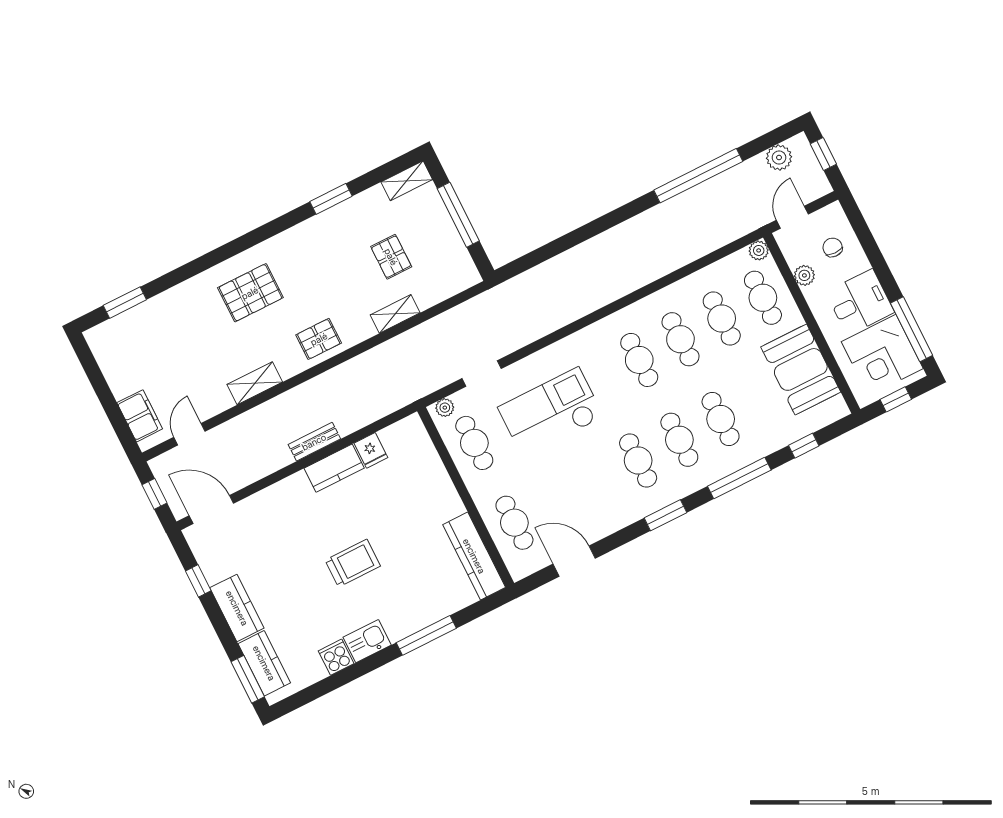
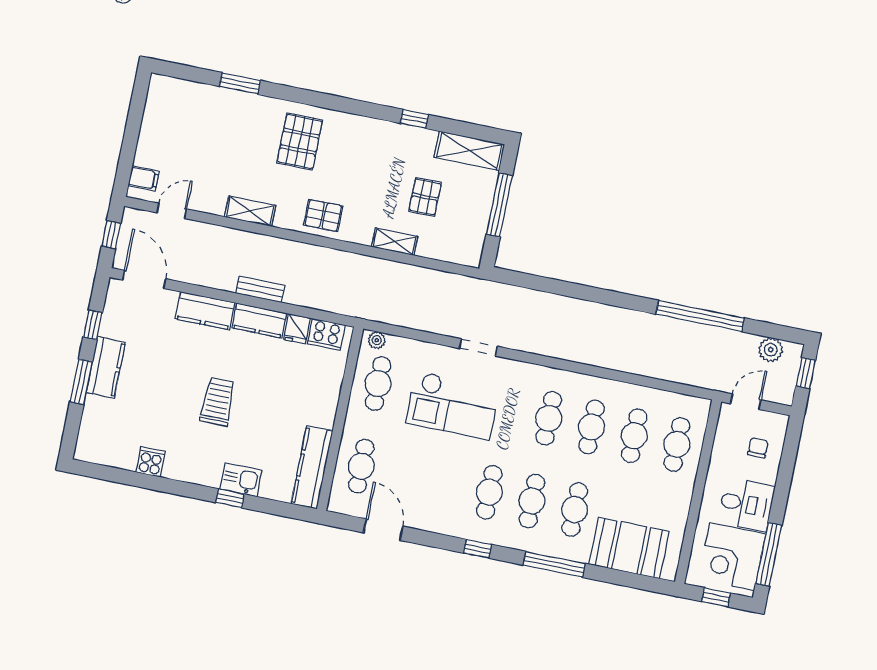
shelving: (407, 181) -> (469, 151), width x1.50, depth x1.33
window: (331, 199) -> (414, 119), width x0.67
plant: (759, 250) -> (701, 407), removed
plant: (804, 275) -> (721, 452), removed
pallet: (250, 293) -> (300, 141), turned 90
window: (125, 303) -> (240, 83), moved
booth: (801, 369) -> (629, 548), moved, turned 90
doorway: (482, 373) -> (478, 347), moved
checkout: (551, 412) -> (453, 405), turned 180
filing cabinet: (140, 416) -> (144, 178), width x0.50
cooker: (399, 436) -> (326, 334), added
window: (804, 446) -> (621, 578), removed
window: (665, 515) -> (478, 549), width x0.67
trolley: (353, 563) -> (218, 402), turned -90
window: (426, 635) -> (230, 498), width x0.46
kitchen sink: (367, 641) -> (241, 480), moved
kitchen counter: (264, 663) -> (205, 311), moved, turned 90
window: (248, 679) -> (81, 382), moved

